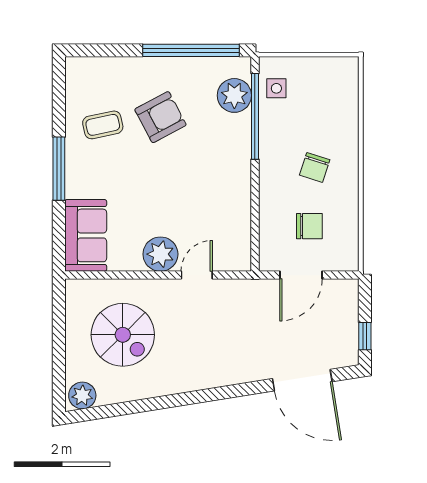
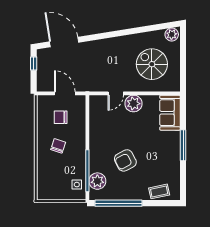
armchair: (160, 117) -> (125, 160), moved
coffee table: (103, 125) -> (159, 191), moved
door: (301, 275) -> (65, 93), hinge flipped

